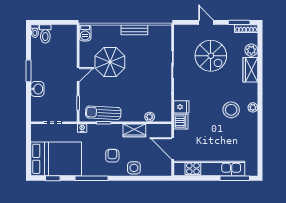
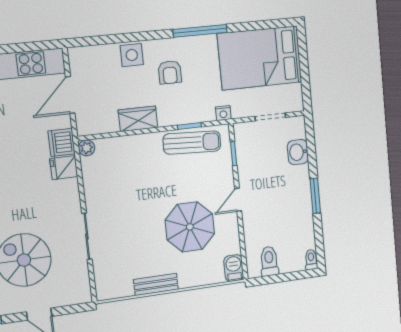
toilet: (45, 34) -> (269, 261), moved
washbasin: (37, 89) -> (298, 152), moved
plant: (150, 117) -> (87, 148), moved
door: (173, 148) -> (70, 95), swing flipped
window: (53, 178) -> (262, 25), removed

